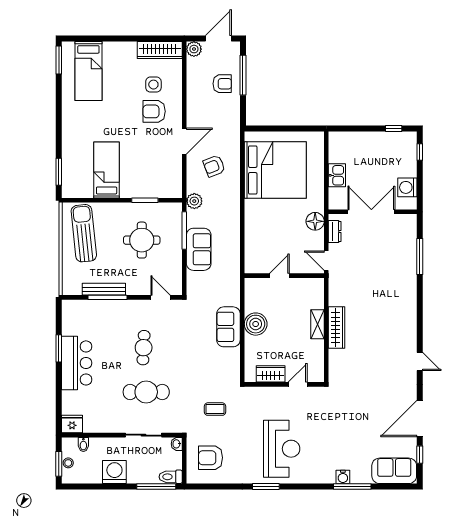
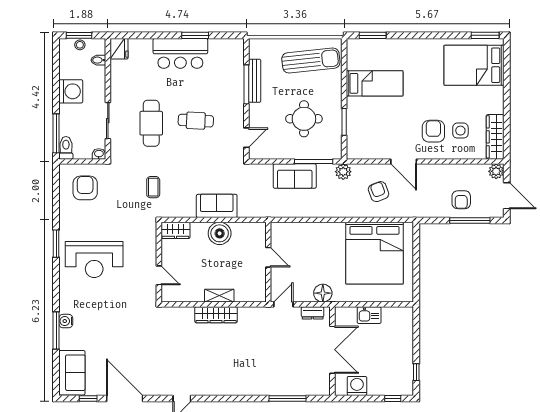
bed: (88, 71) -> (474, 65), width x1.50
wardrobe: (271, 374) -> (175, 230), moved, turned 90
coffee table: (215, 409) -> (153, 187), moved

